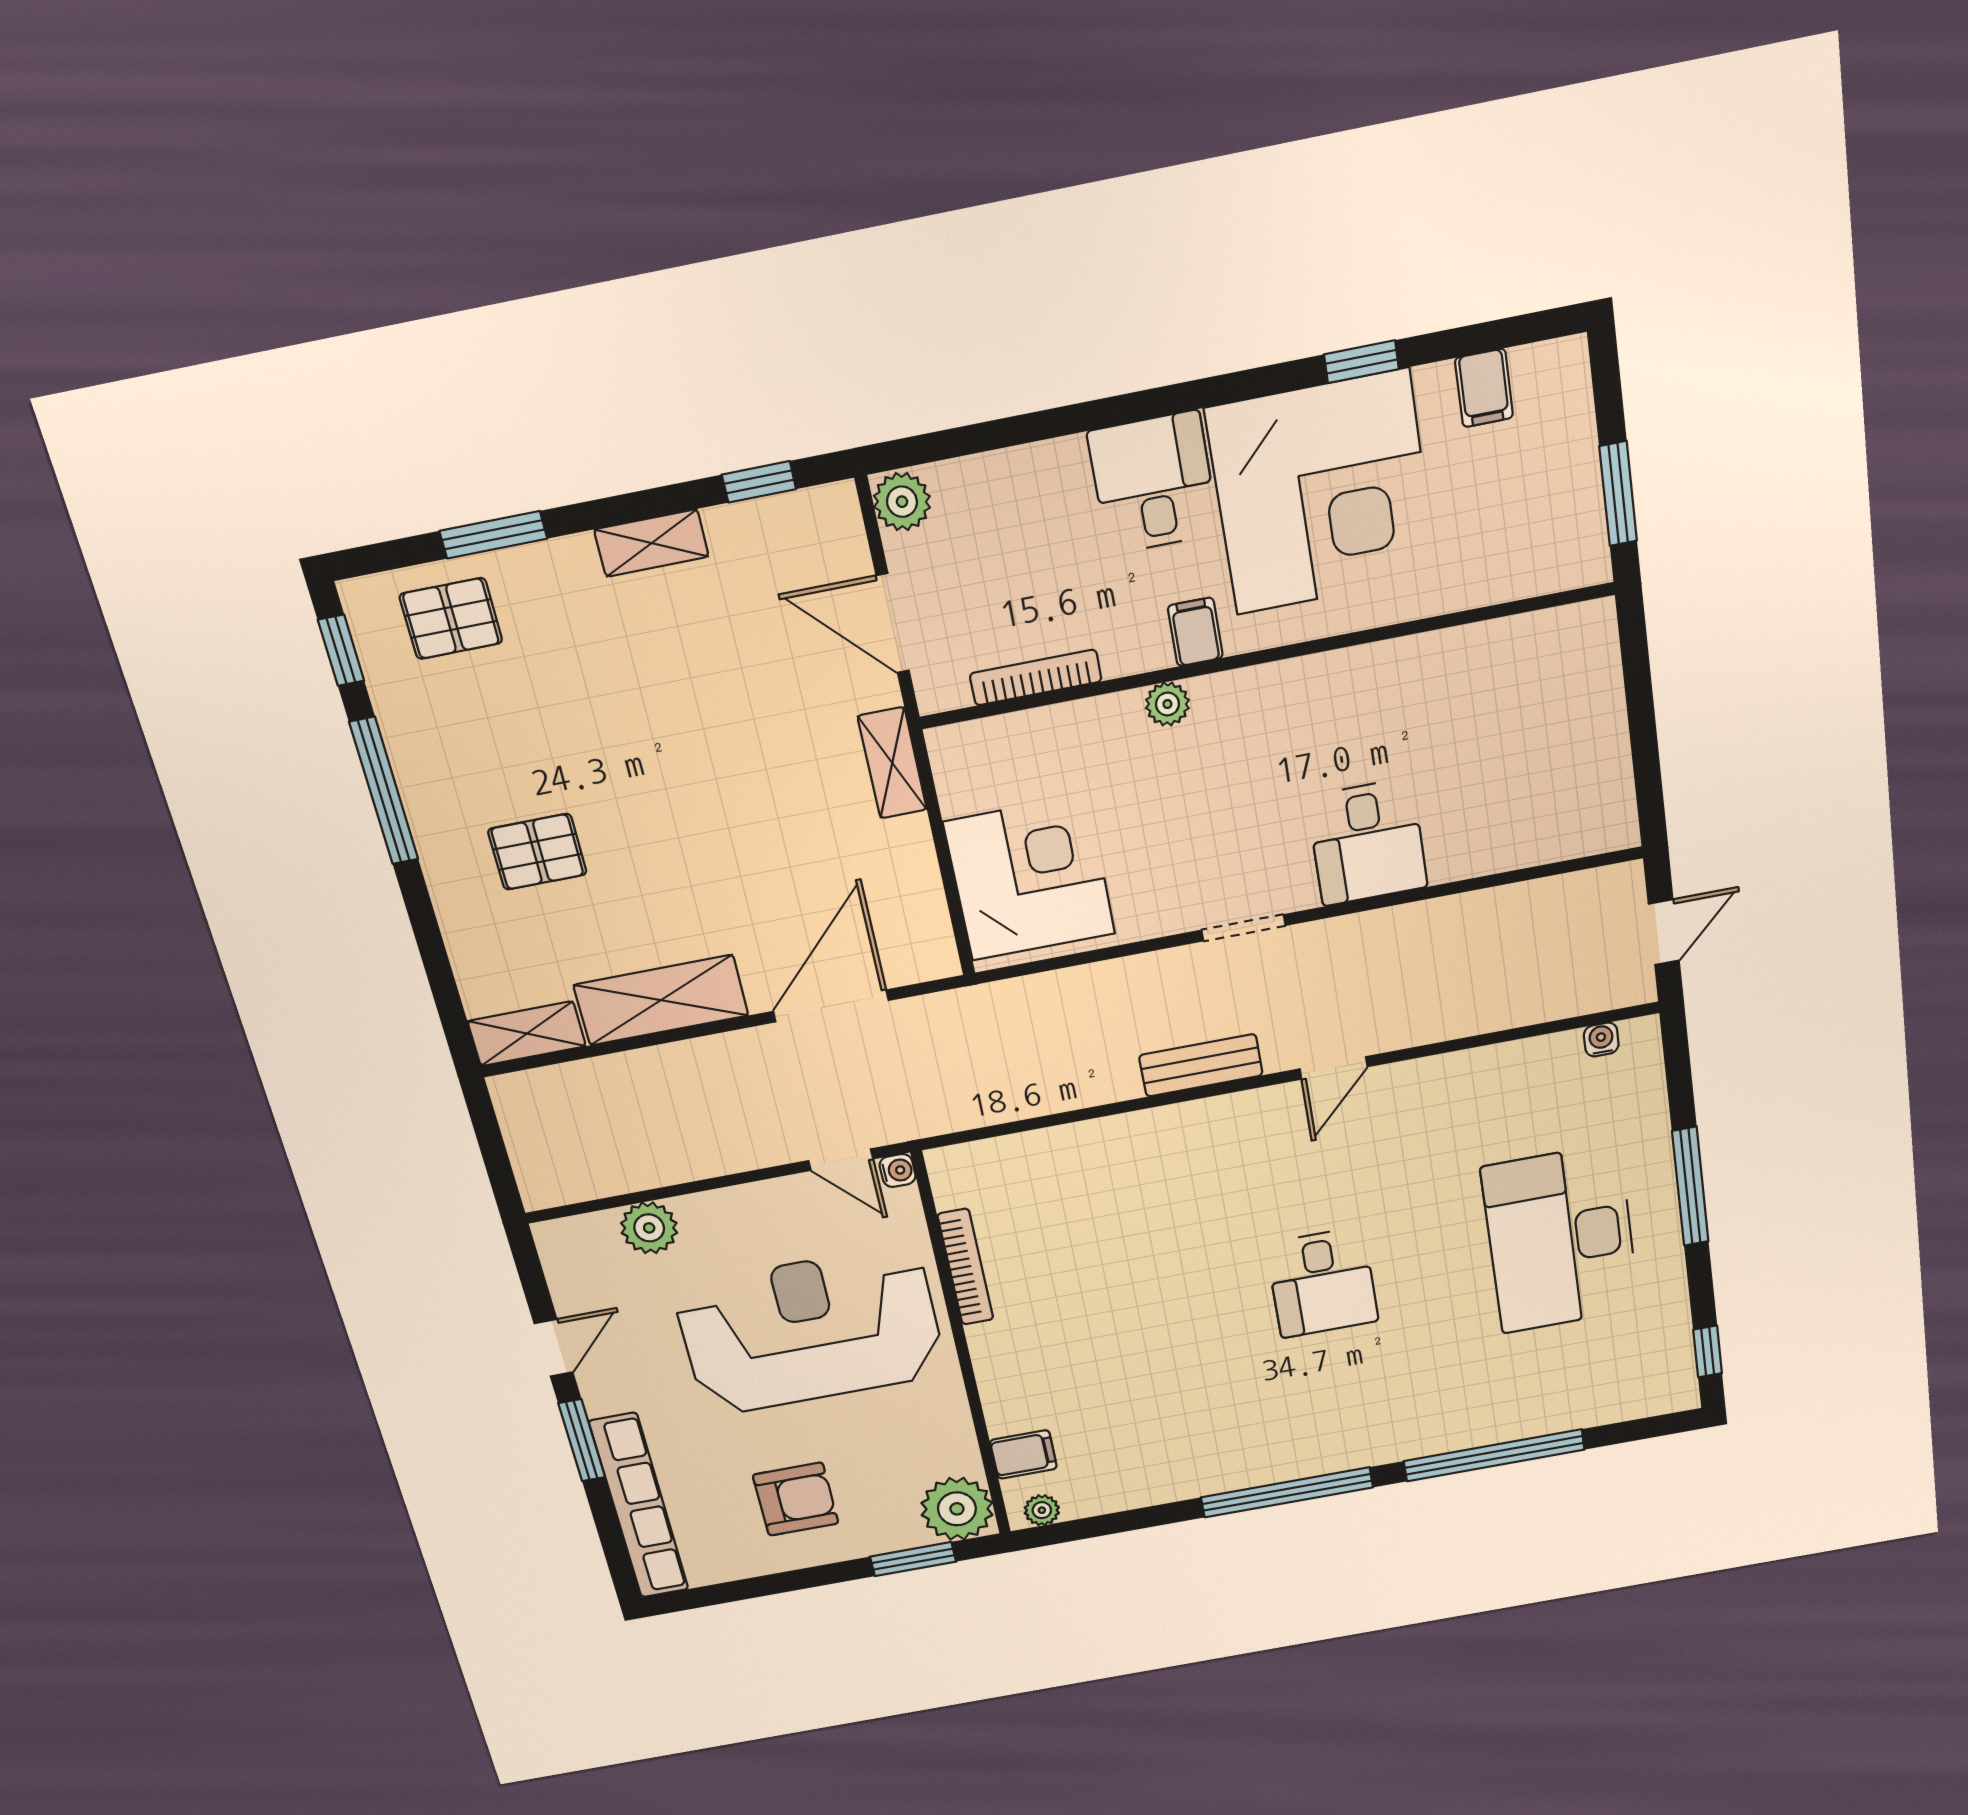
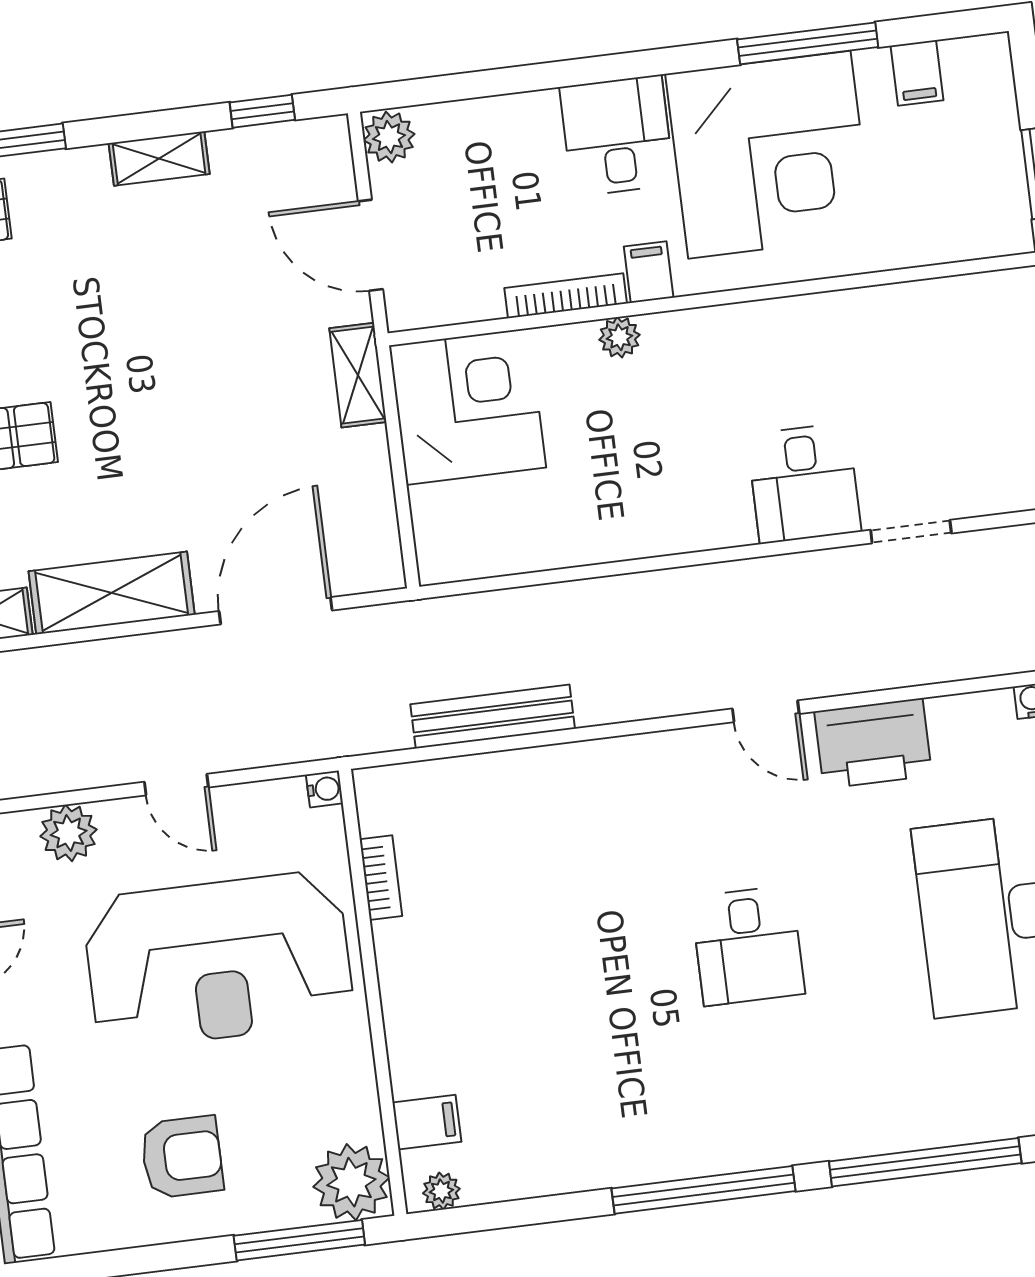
window: (1361, 362) -> (808, 43), width x2.17
bookcase: (1036, 677) -> (566, 296), moved
corner desk: (1030, 878) -> (468, 406), moved
doorway: (1243, 928) -> (911, 532), moved
bench: (1201, 1065) -> (493, 717), moved, width x1.36
door: (1334, 1068) -> (766, 711), hinge flipped
printer: (1442, 1091) -> (873, 743), added
door: (841, 1160) -> (176, 785), moved
bookcase: (965, 1267) -> (381, 878), width x0.64
reception desk: (810, 1331) -> (218, 960), turned 180
window: (913, 1559) -> (299, 1240), width x1.44

